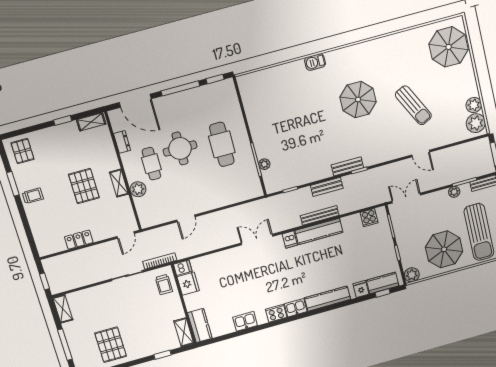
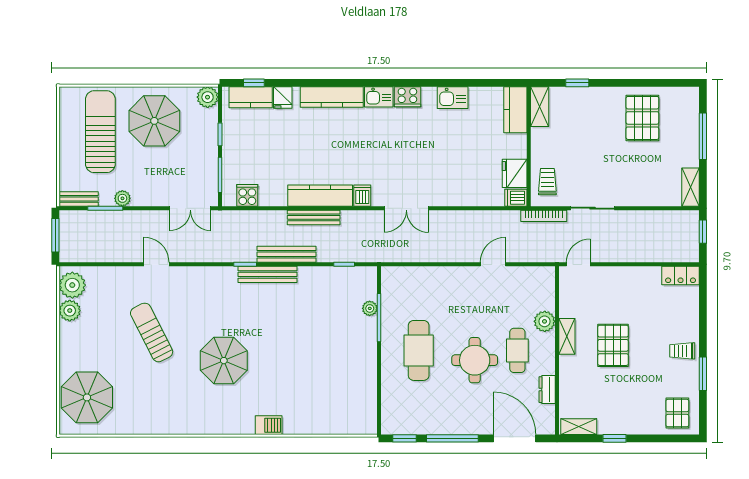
bench: (347, 166) -> (268, 274), width x1.36
bench: (327, 187) -> (286, 254), width x1.36
locker: (79, 240) -> (681, 276), moved

